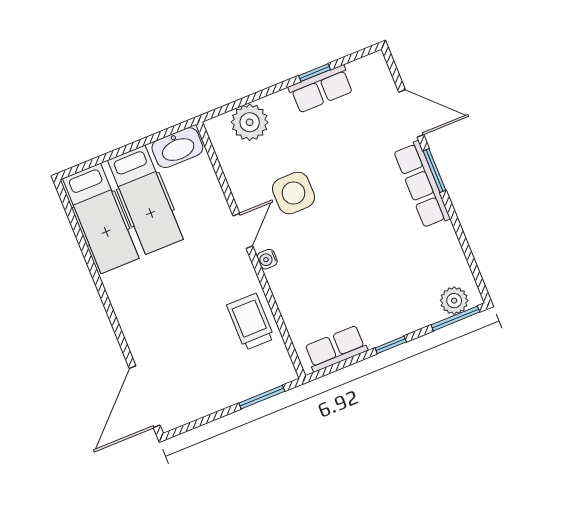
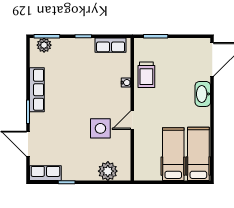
row of seats: (321, 89) -> (45, 173), moved
washbasin: (177, 148) -> (203, 94), moved, turned -90
row of seats: (422, 185) -> (37, 90), moved
water cooler: (267, 259) -> (126, 83), moved

